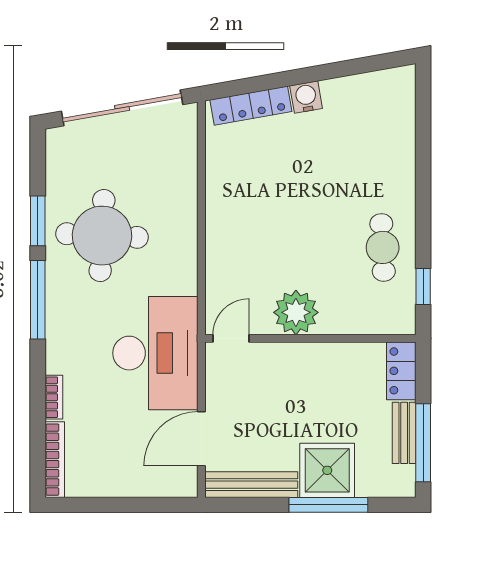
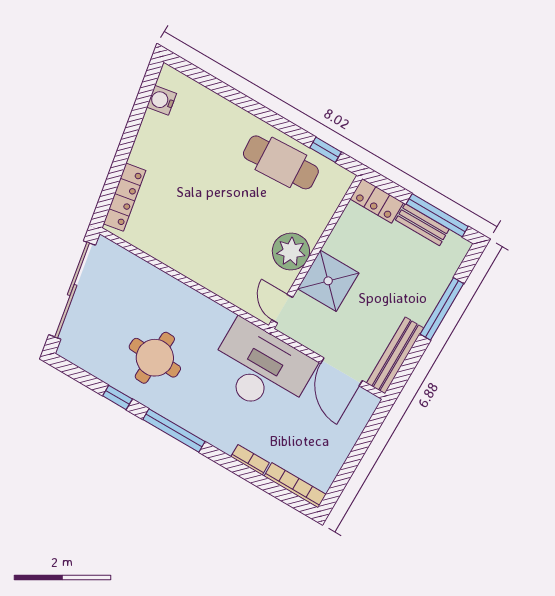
water cooler: (306, 97) -> (161, 100), moved
window: (38, 221) -> (117, 397), width x0.67
round table: (102, 236) -> (155, 358), width x0.73, depth x0.73
cafe table: (383, 247) -> (281, 162), width x1.37, depth x1.35
shower: (327, 470) -> (328, 281), moved

